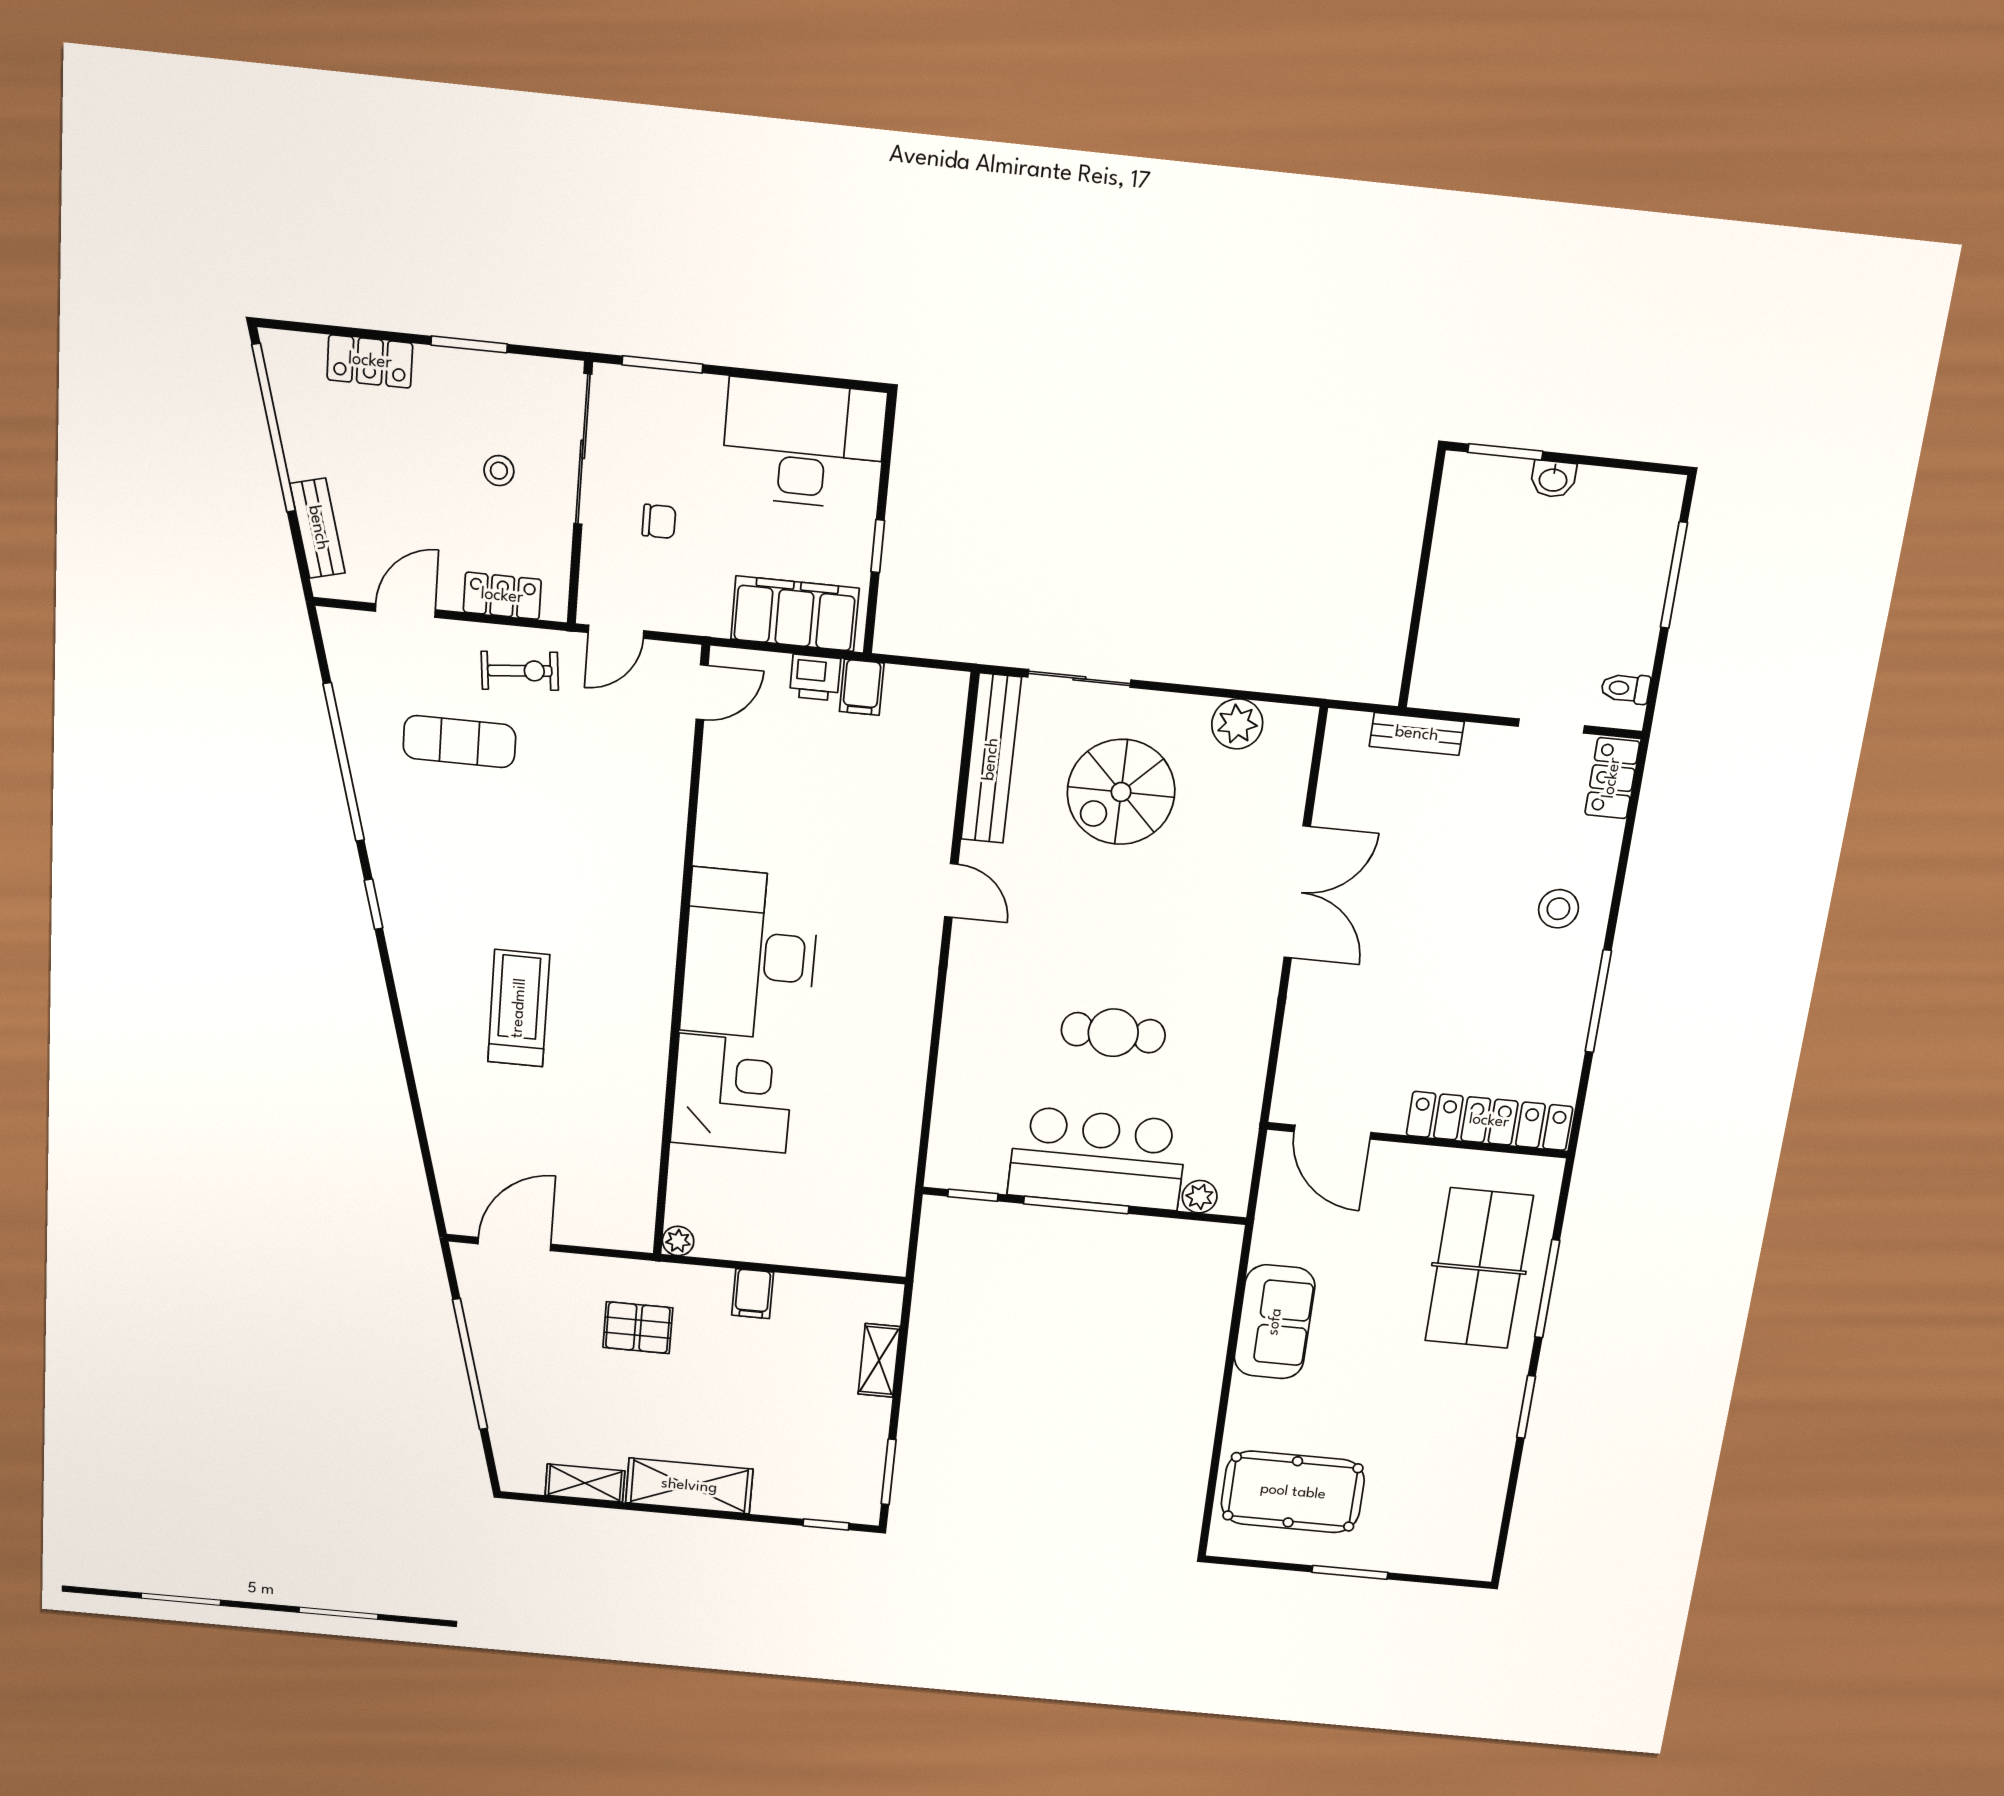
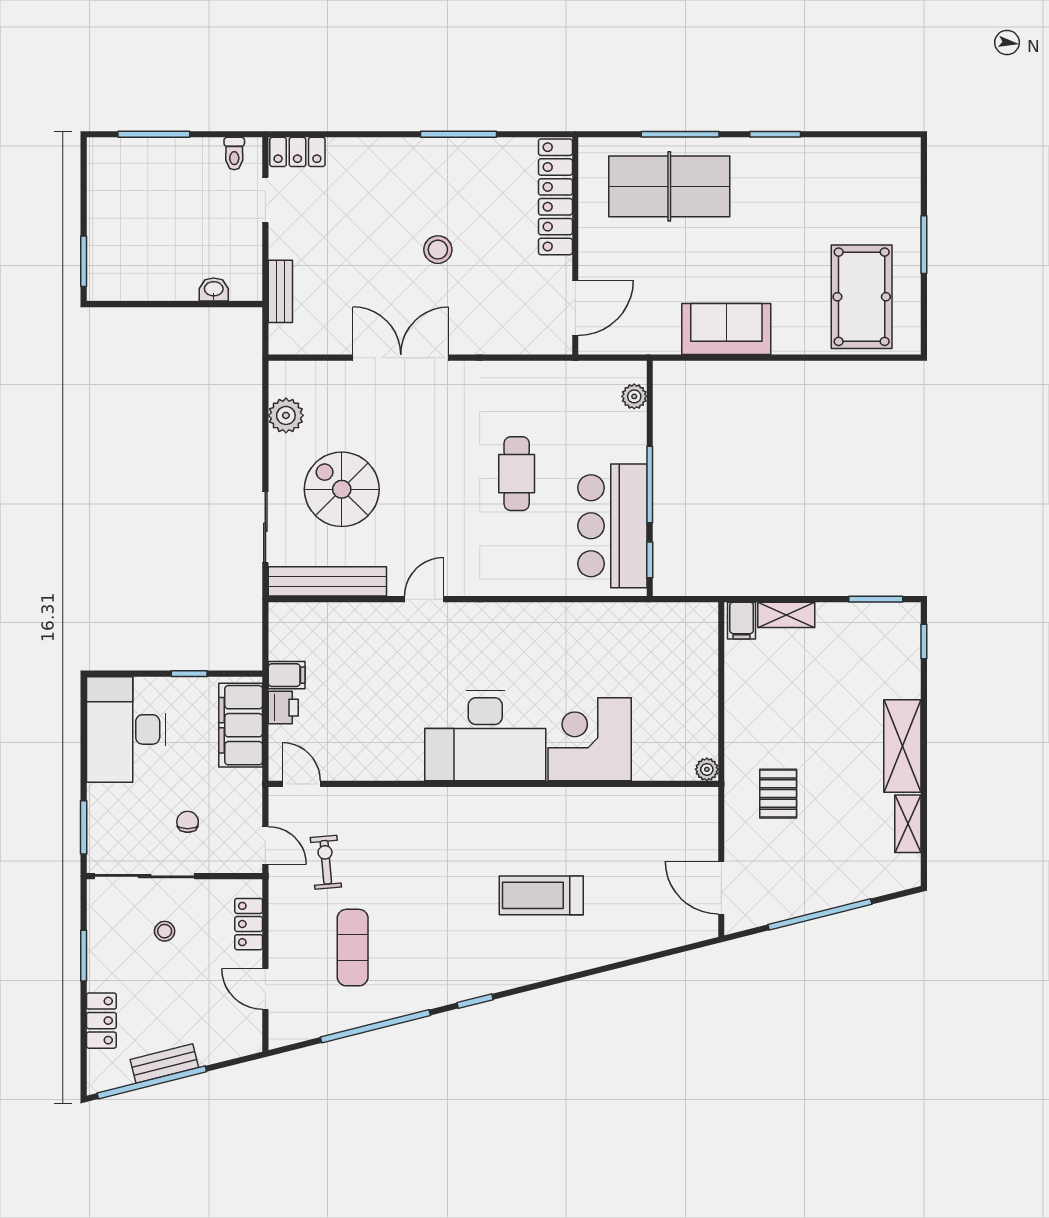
washbasin: (1553, 479) -> (214, 289), moved, turned -90
bench: (318, 528) -> (164, 1064), moved
exercise bike: (520, 671) -> (326, 862), moved
spiral stairs: (1121, 792) -> (342, 489), turned 180
stool: (1558, 909) -> (438, 250), moved
bar counter: (1098, 1158) -> (612, 526), moved
filing cabinet: (753, 1294) -> (742, 621), moved, turned 90

